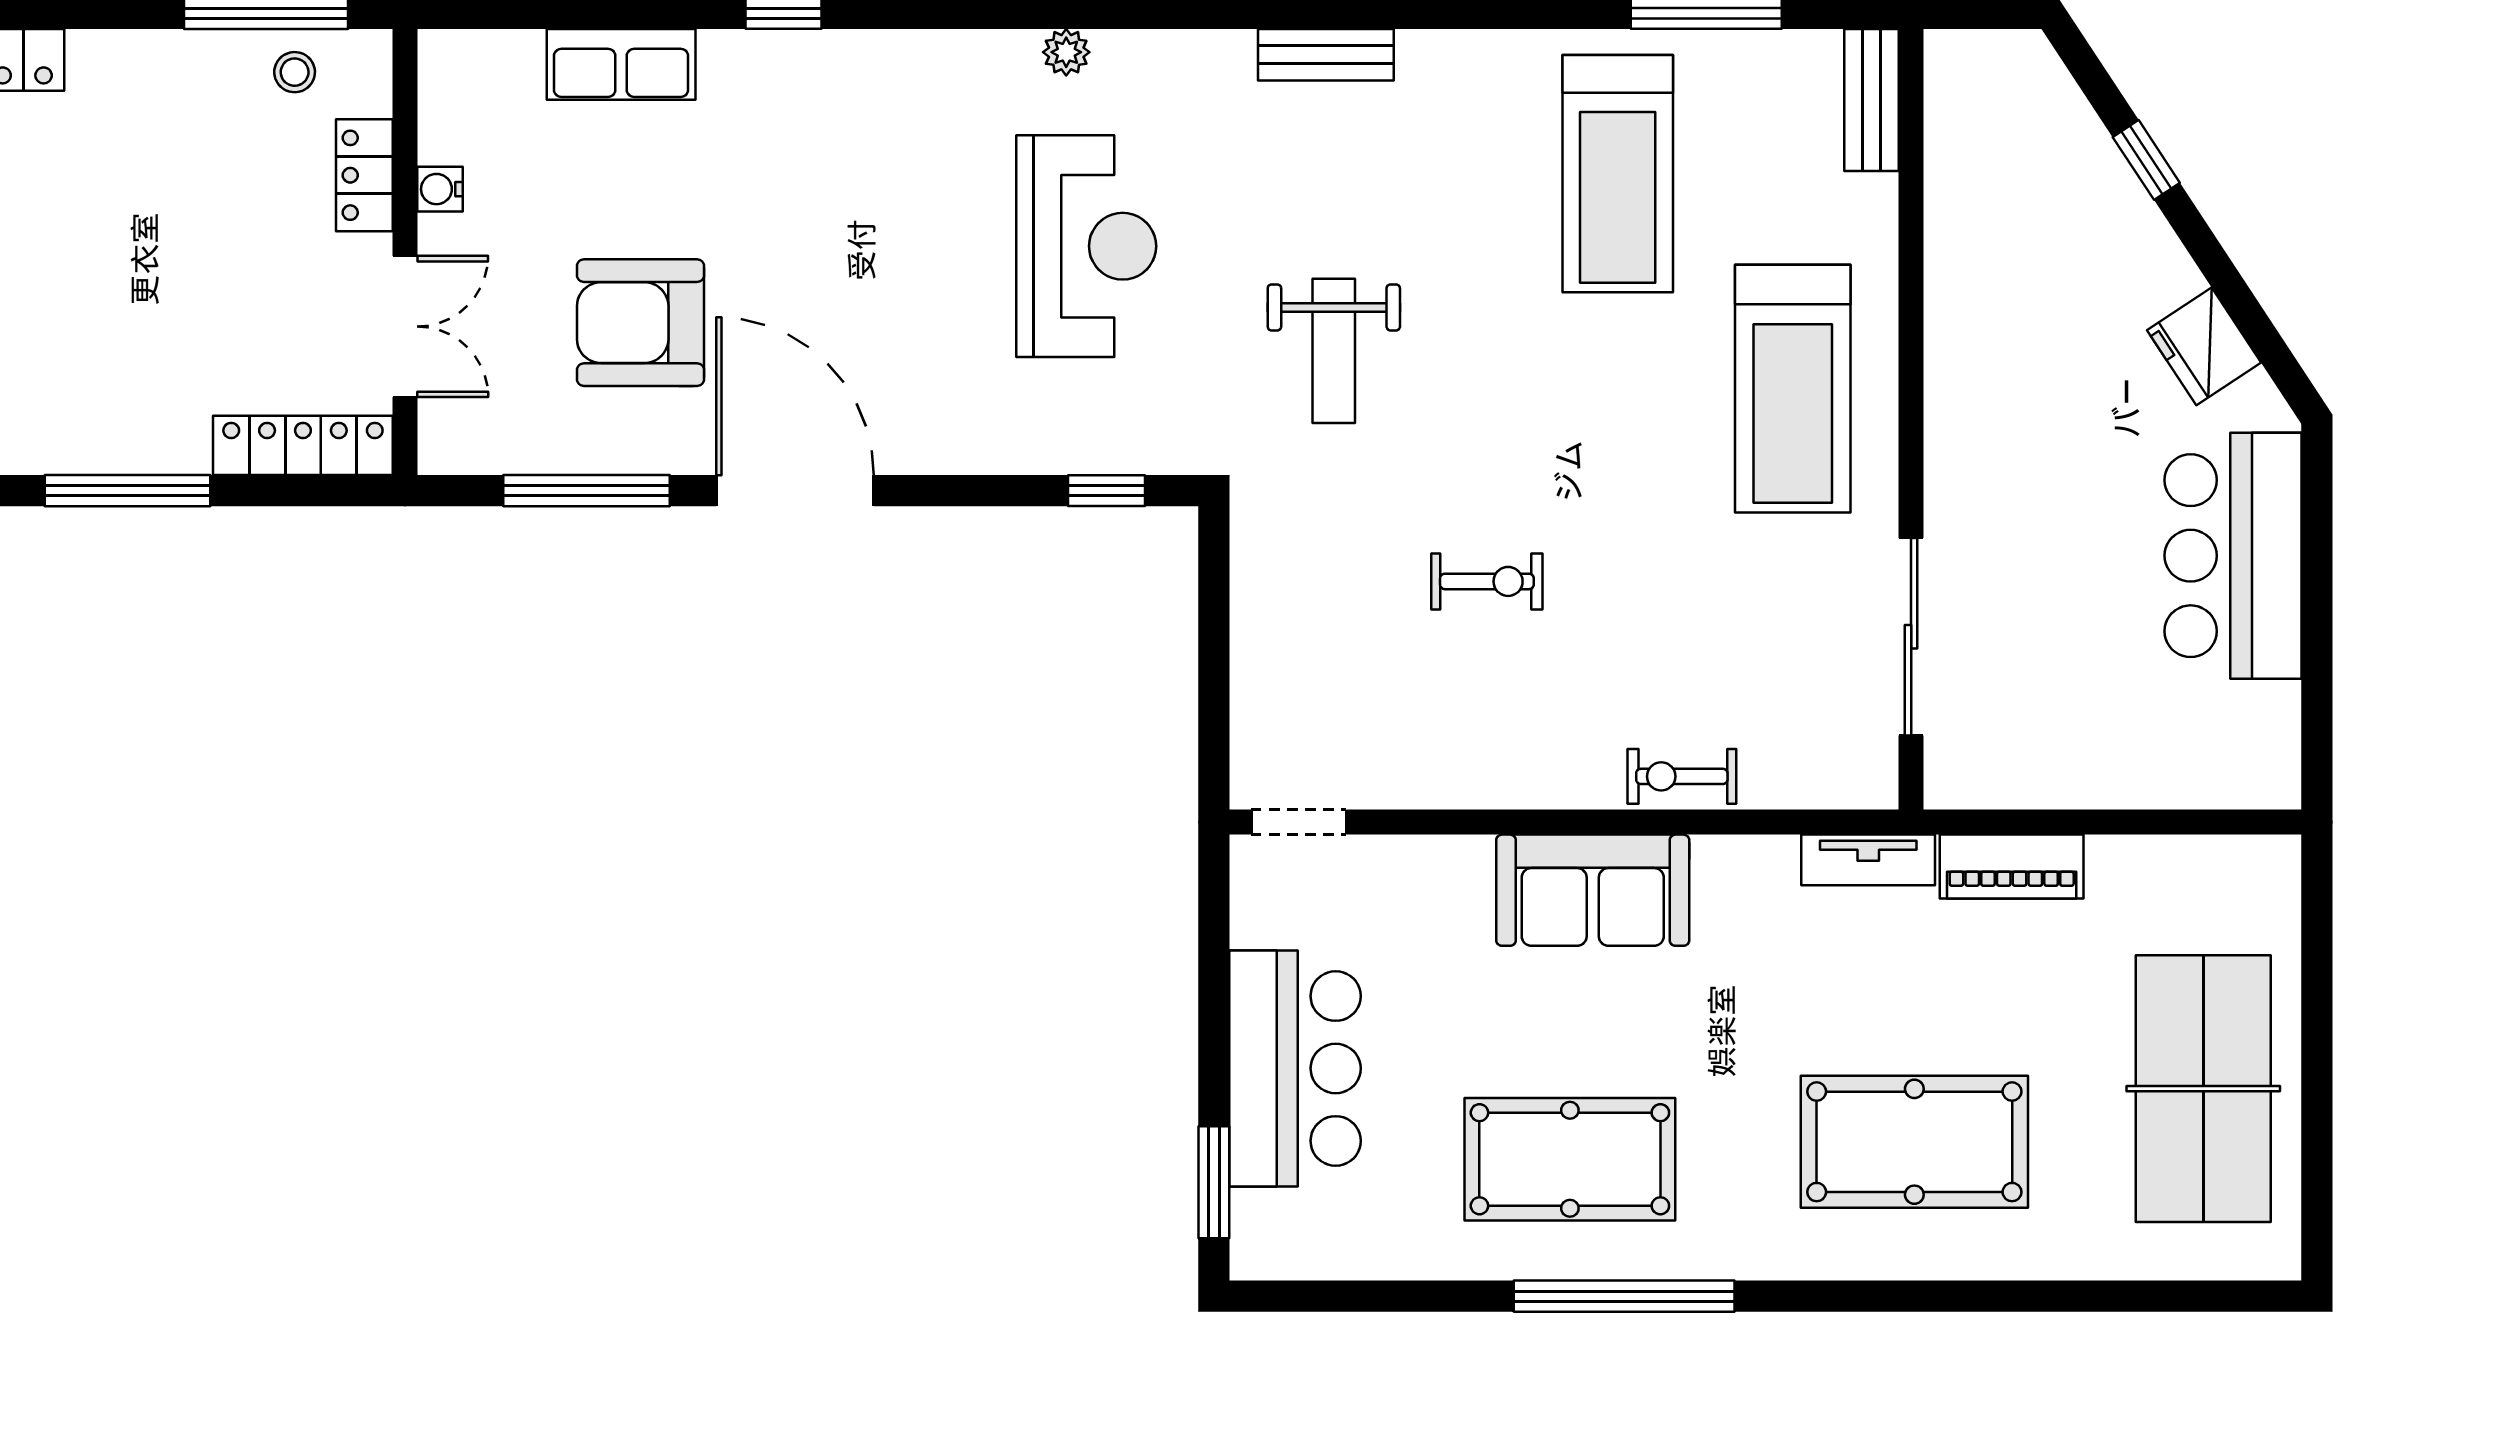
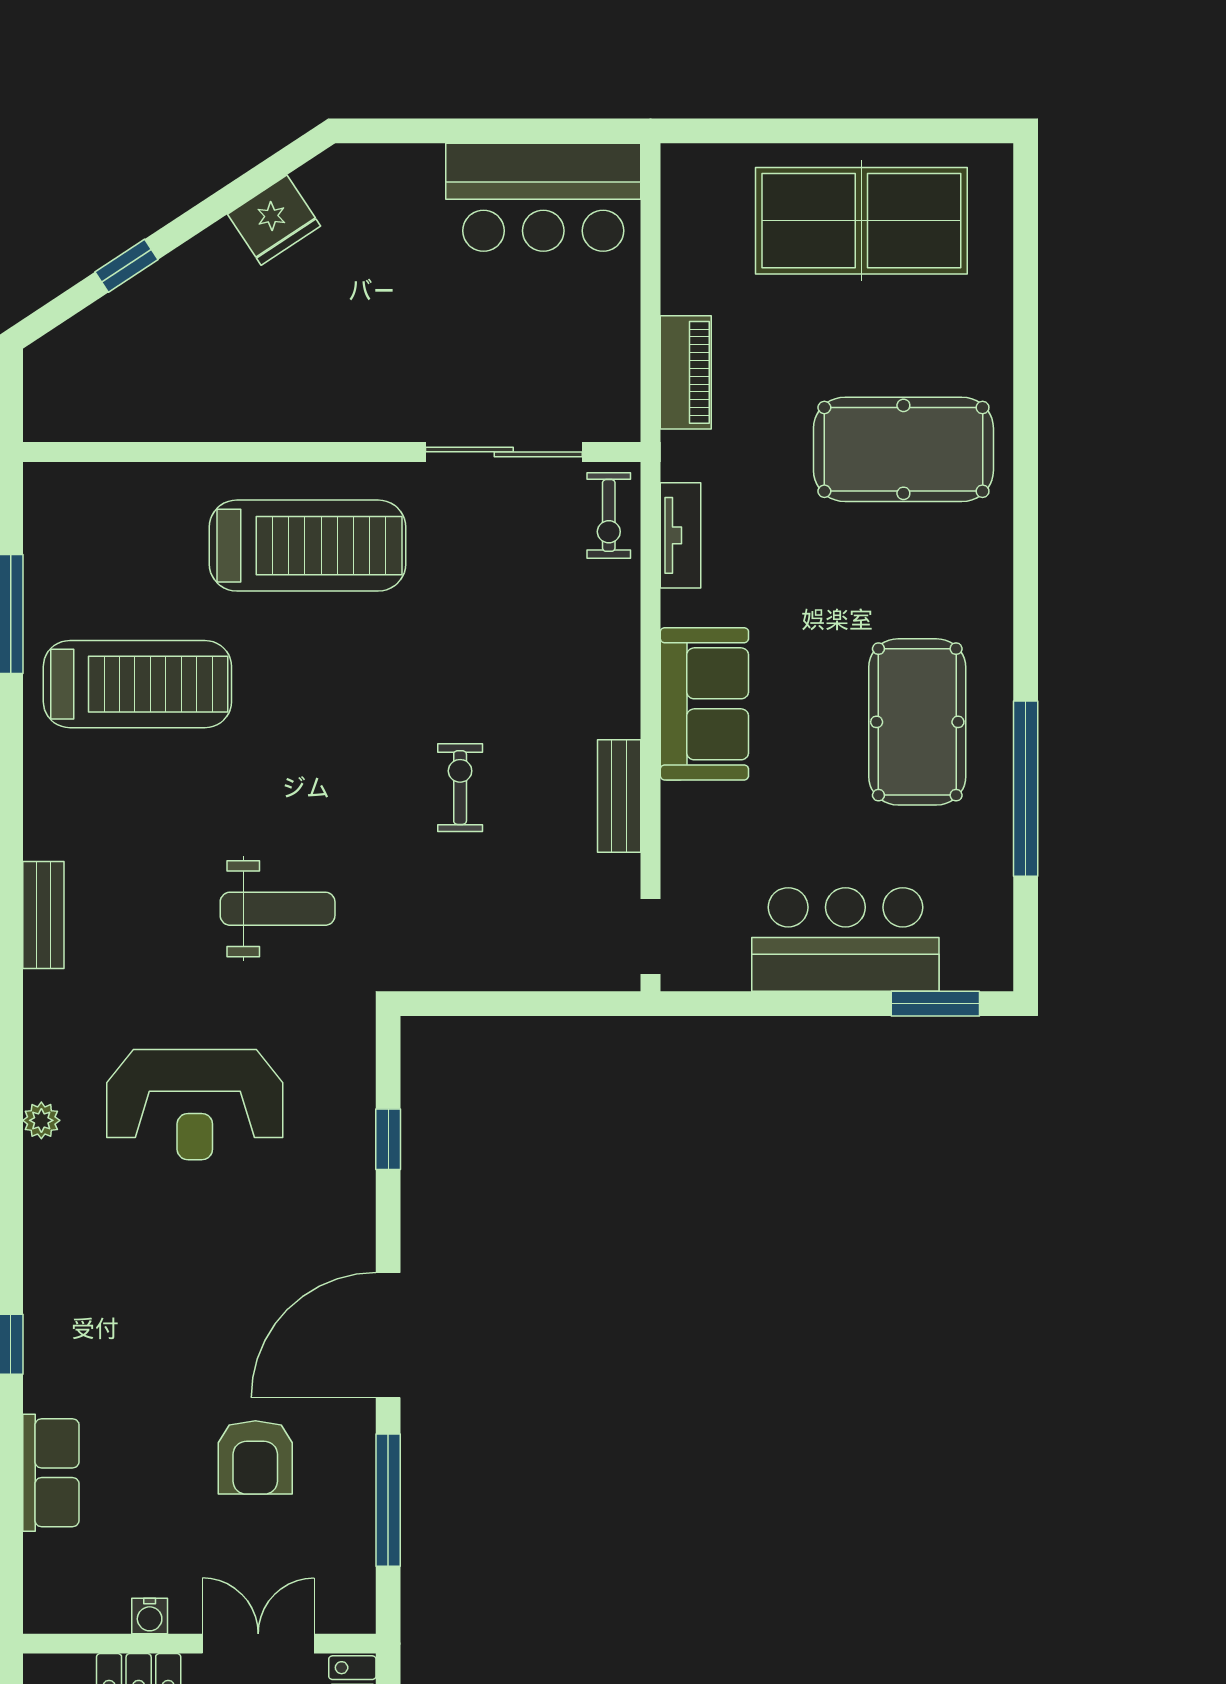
bench: (1871, 100) -> (619, 796), moved, turned 90
reception desk: (1086, 246) -> (195, 1105), turned 180
armchair: (640, 323) -> (255, 1457), width x0.73, depth x0.73
window: (1106, 491) -> (388, 1139), moved
bar counter: (2233, 556) -> (543, 197), moved
exercise bike: (1682, 776) -> (609, 515), moved
tv unit: (1868, 860) -> (680, 535), moved
pool table: (1914, 1142) -> (903, 449), turned 90
window: (1624, 1296) -> (1026, 789), moved

